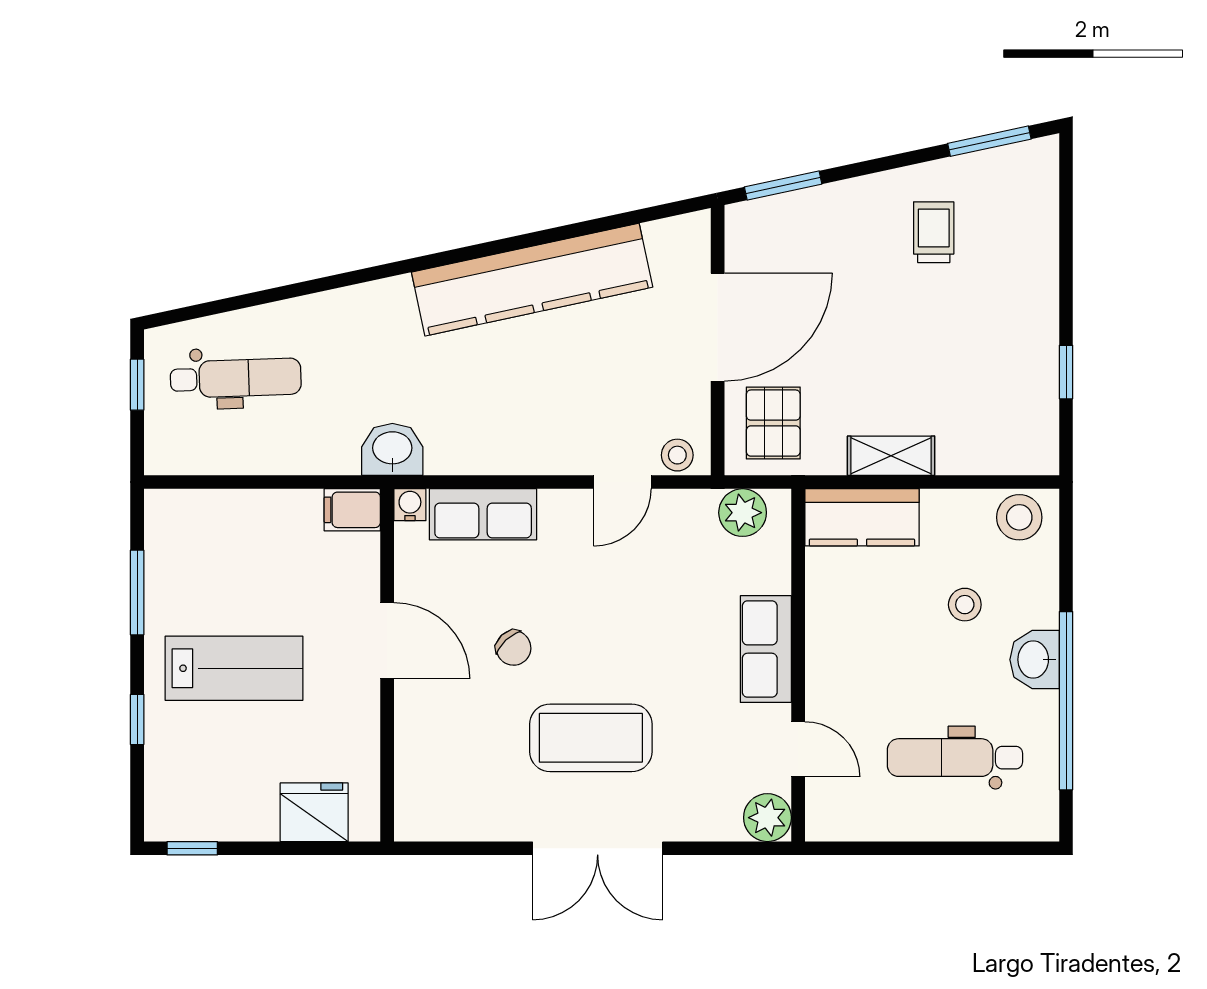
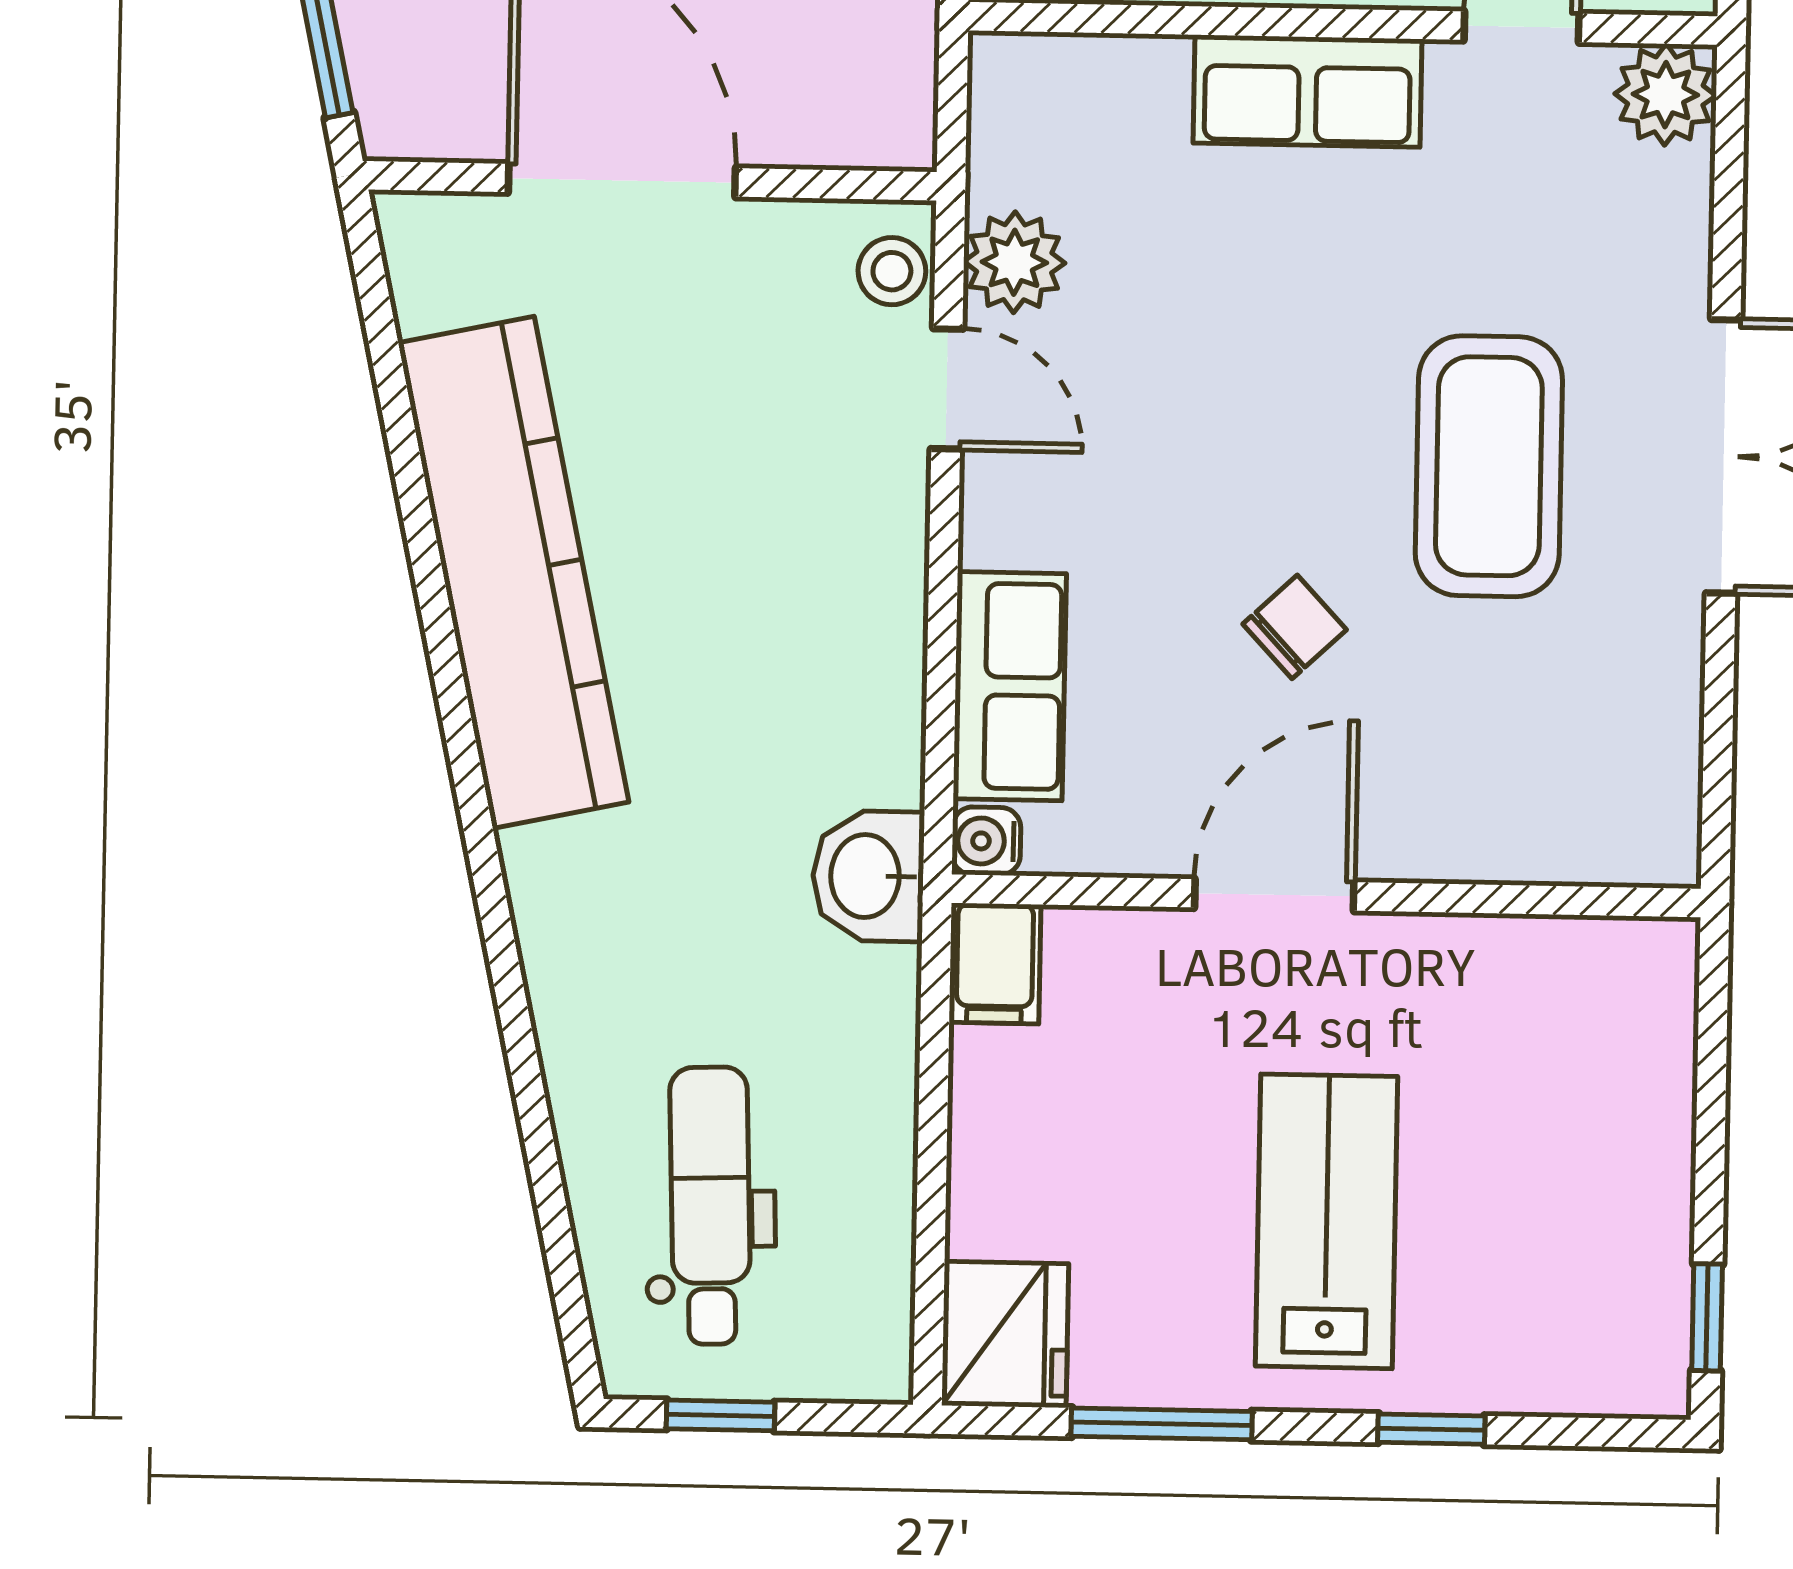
pallet: (773, 423) -> (828, 66), removed
plant: (743, 513) -> (1014, 262), moved
fridge: (314, 812) -> (1005, 1334), moved, turned 180

